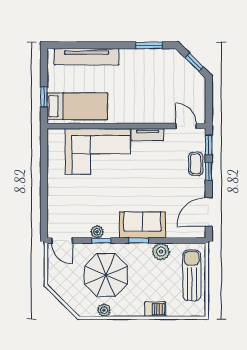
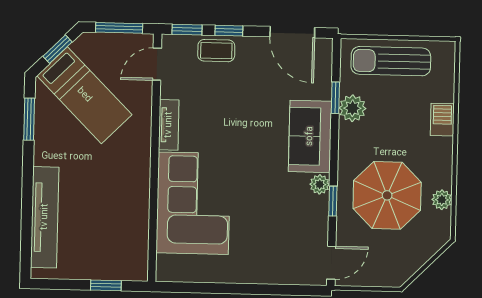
window: (209, 101) -> (119, 28), added
bed: (77, 106) -> (84, 95), moved, turned 135
plant: (97, 232) -> (320, 184), moved
window: (139, 241) -> (335, 98), moved

